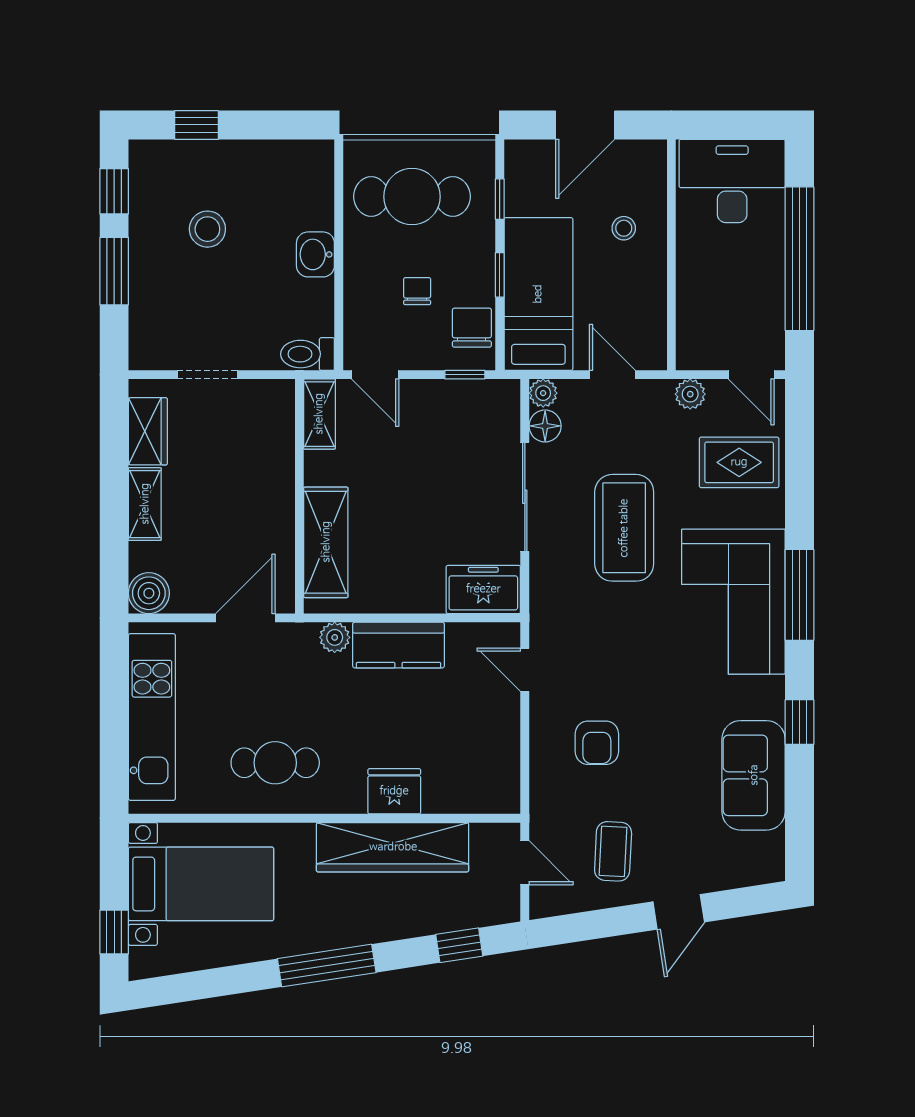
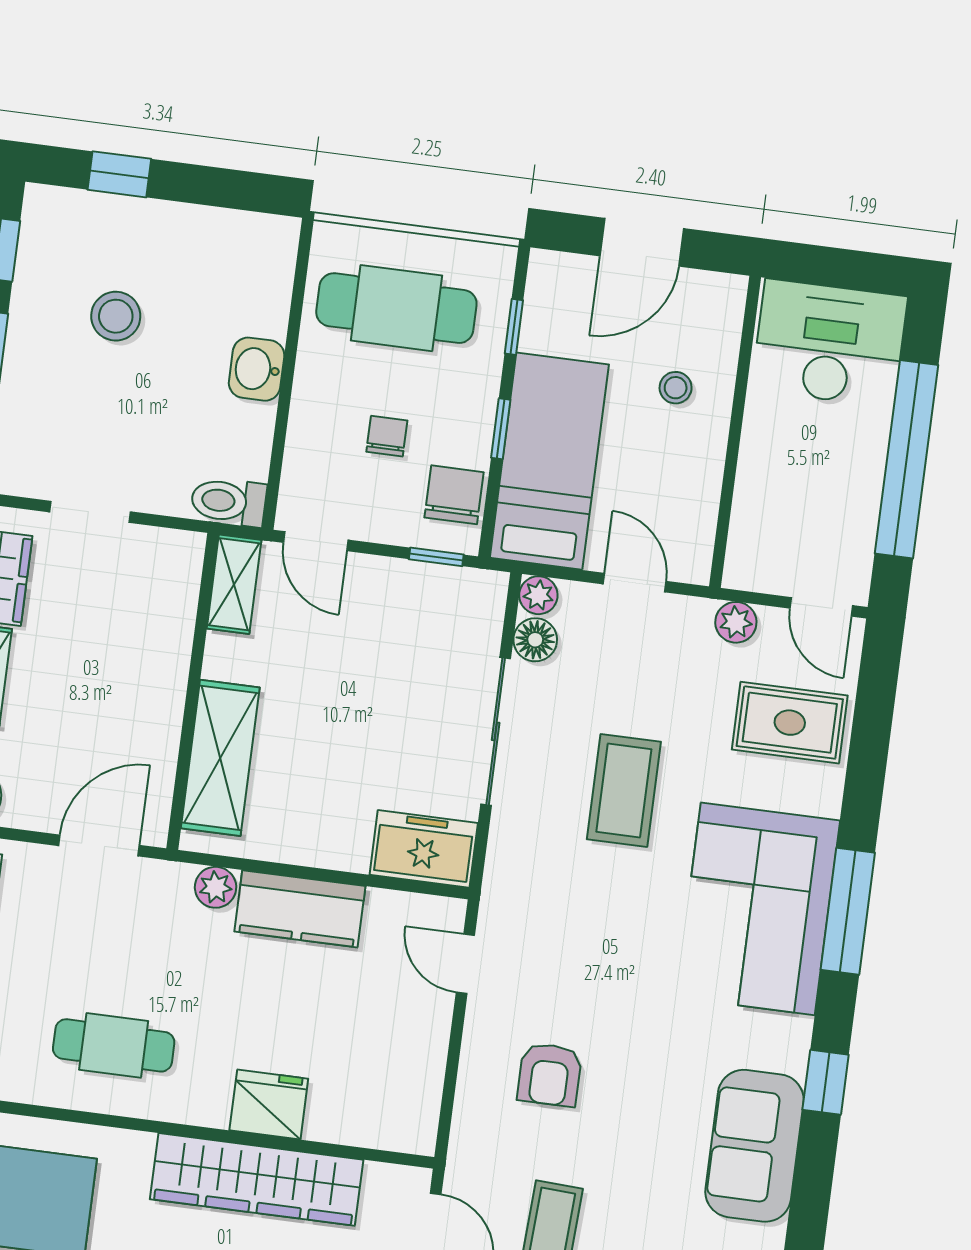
coffee table: (624, 528) -> (624, 790), width x0.73, depth x0.76

